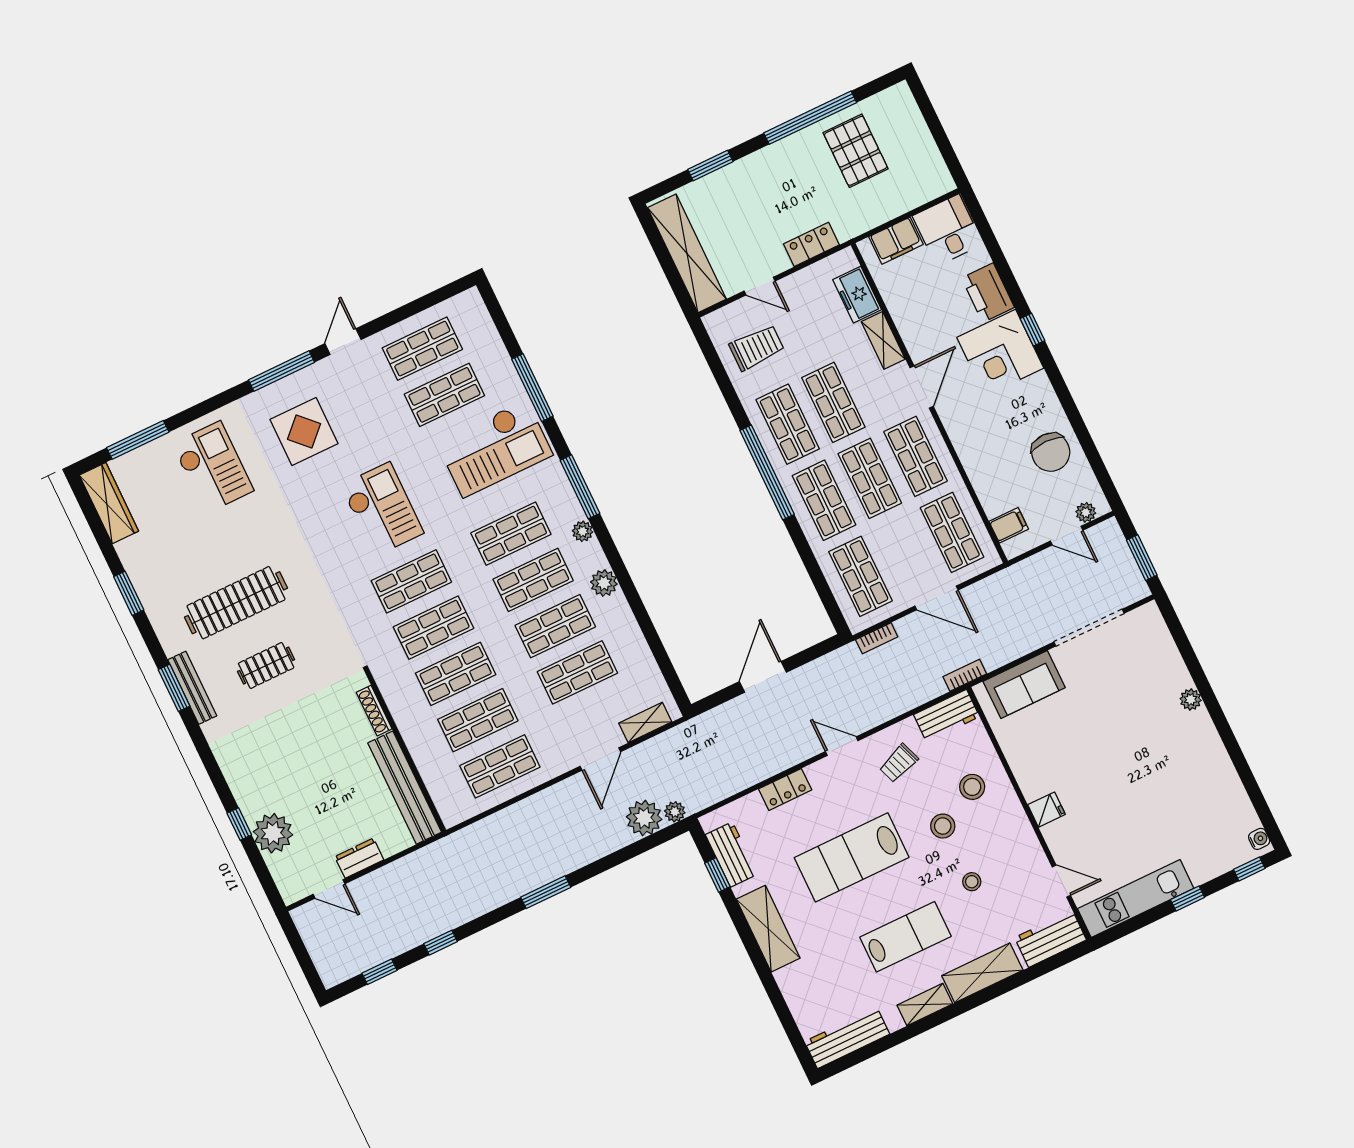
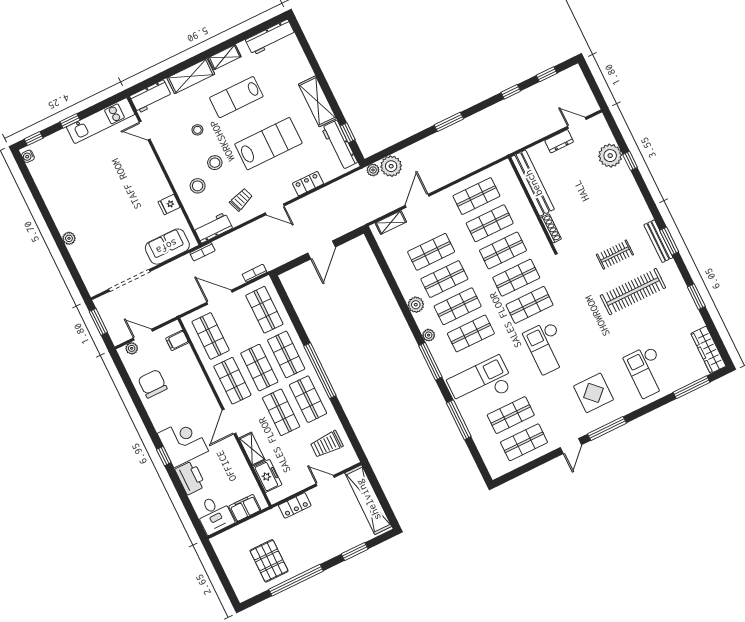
fridge: (1046, 810) -> (169, 205), moved
workbench: (731, 855) -> (339, 145), width x1.38

